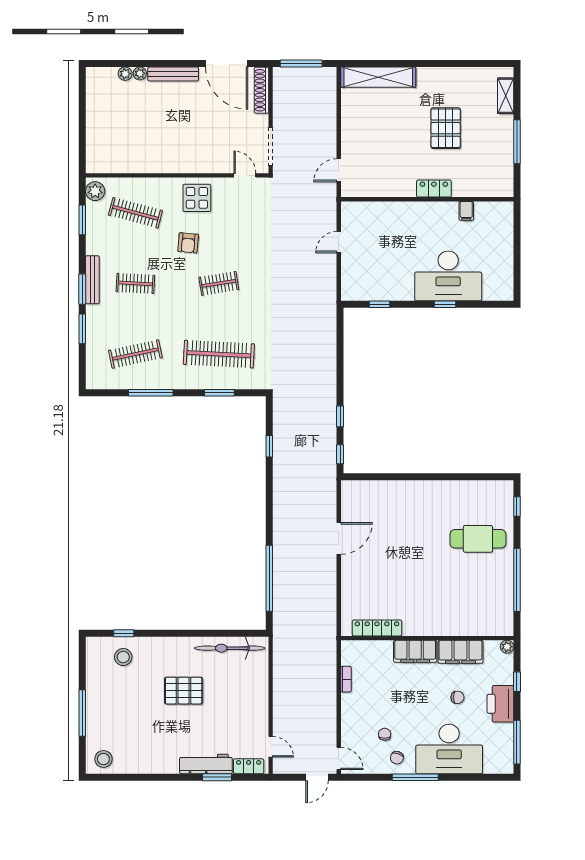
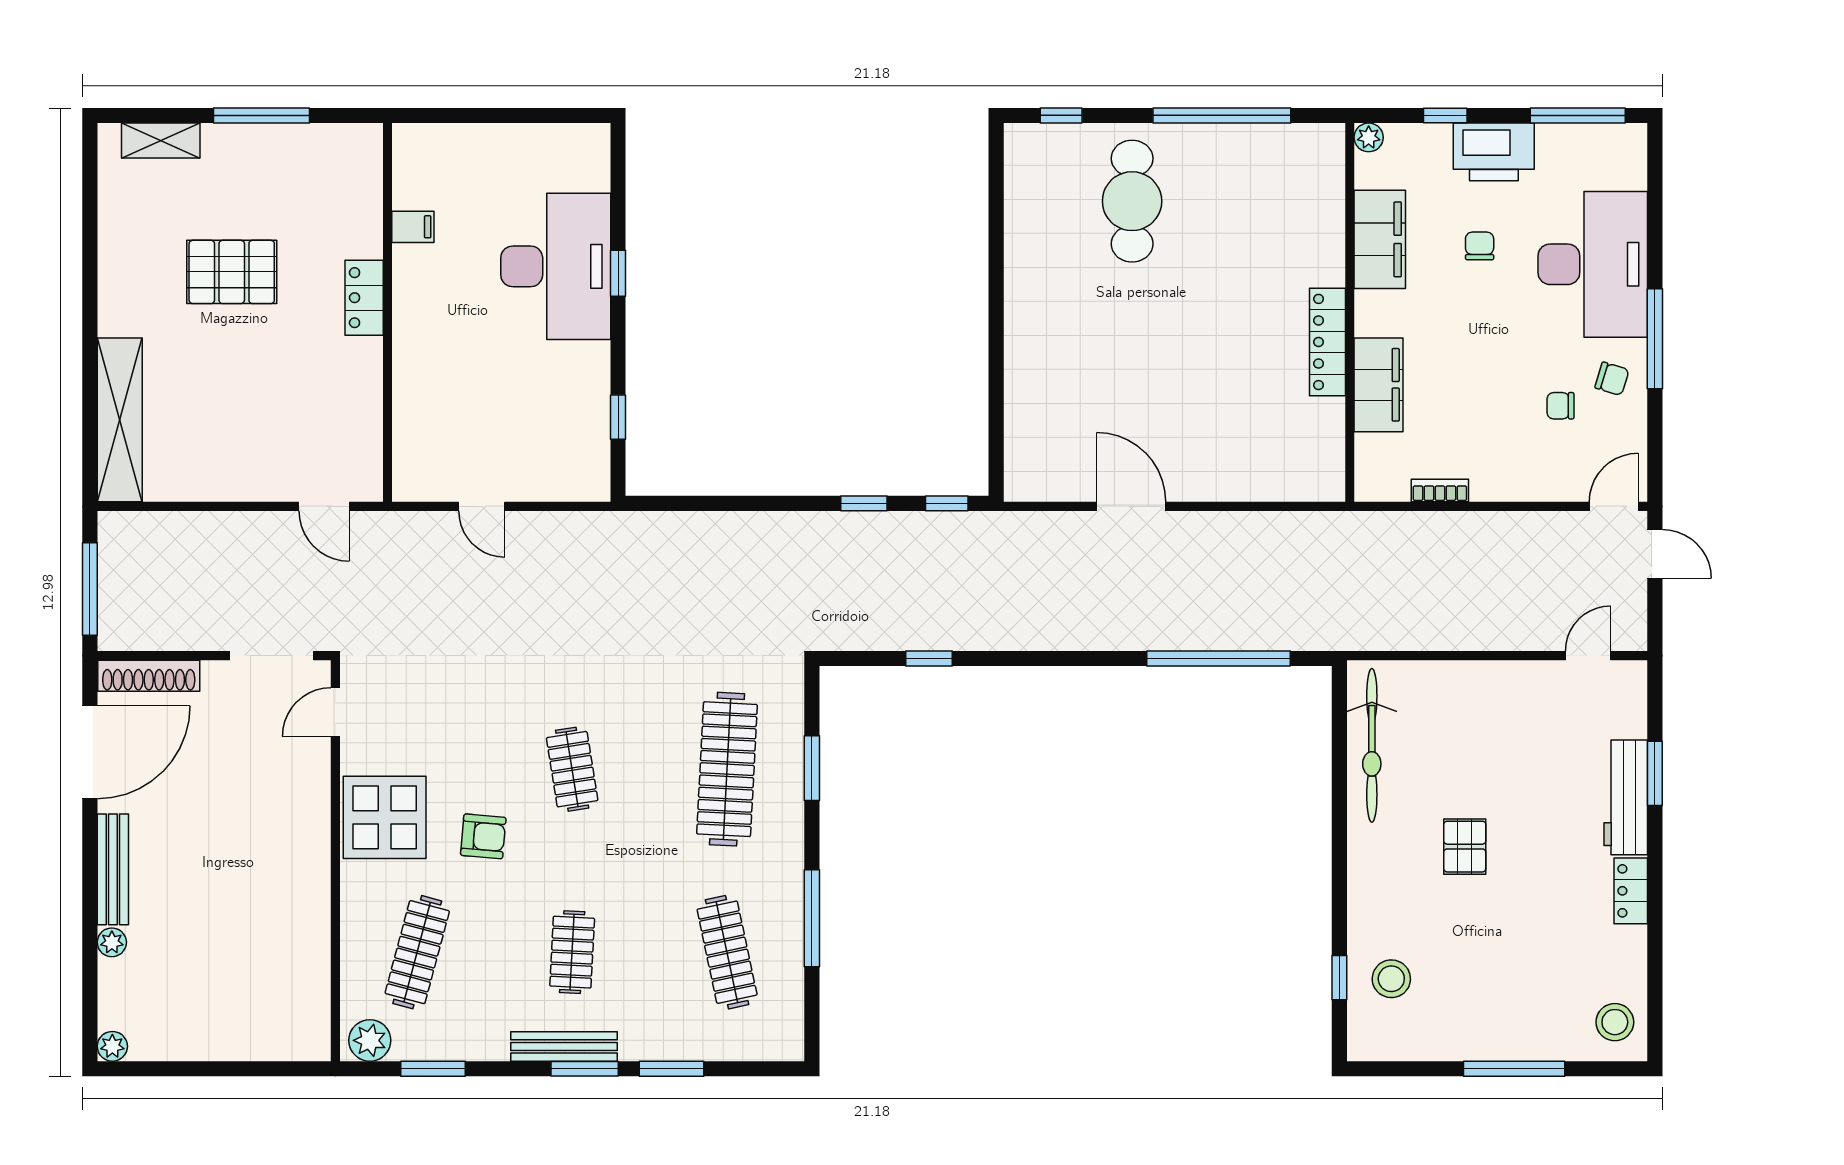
plant: (125, 74) -> (112, 1046), moved
display table: (197, 198) -> (385, 817), width x1.36, depth x1.36
locker: (377, 628) -> (1327, 342), moved
filing cabinet: (415, 651) -> (1379, 385), moved
pallet: (184, 691) -> (1465, 847), width x0.67, depth x0.71
locker: (249, 766) -> (1631, 891), moved

